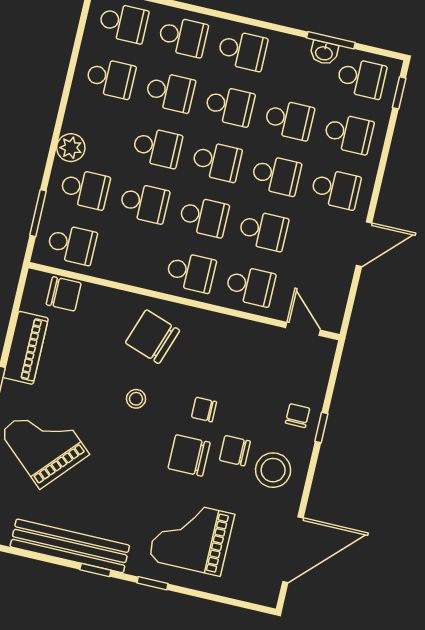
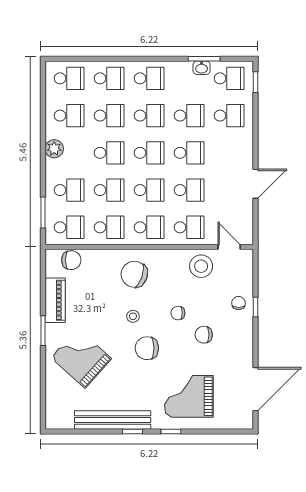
plant: (71, 148) -> (54, 149), moved
school desk: (336, 189) -> (109, 227), moved
chair: (189, 455) -> (147, 348), moved
stool: (273, 470) -> (201, 266), moved

